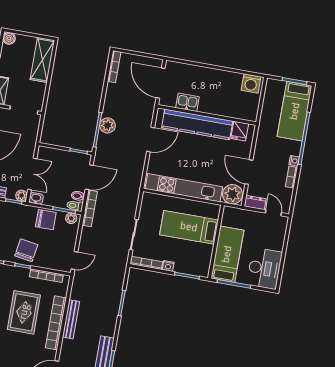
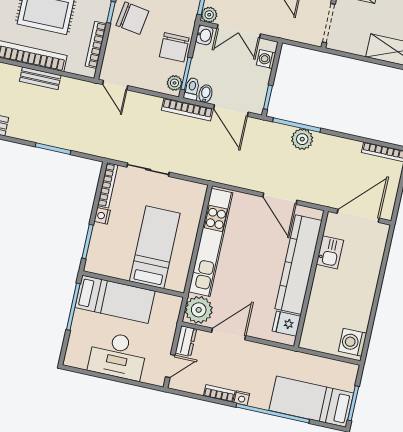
washing machine: (51, 154) -> (266, 59), added
desk: (264, 268) -> (118, 356), moved
bench: (71, 319) -> (40, 78), width x0.73

